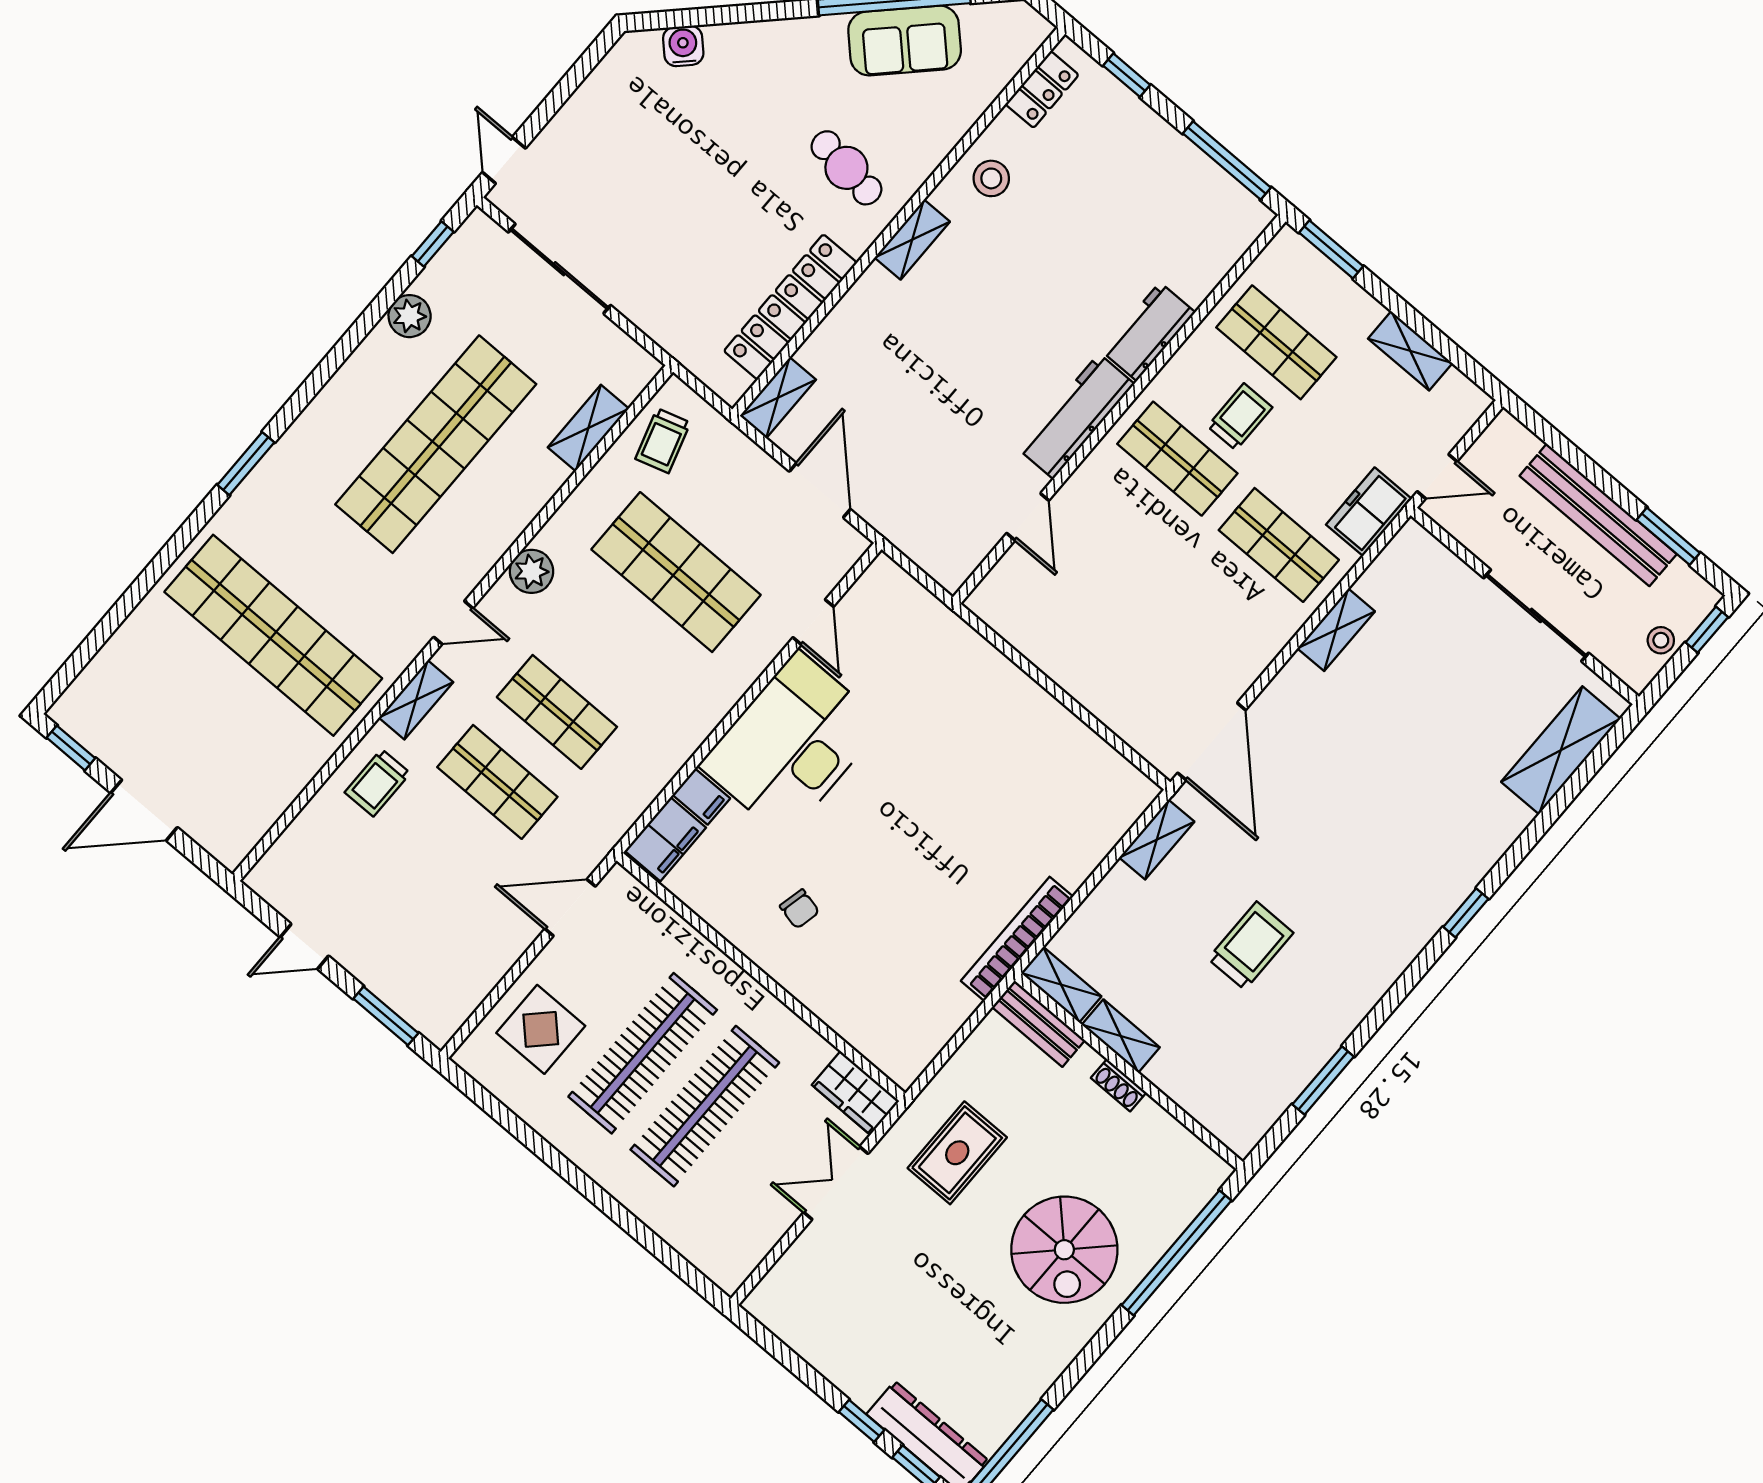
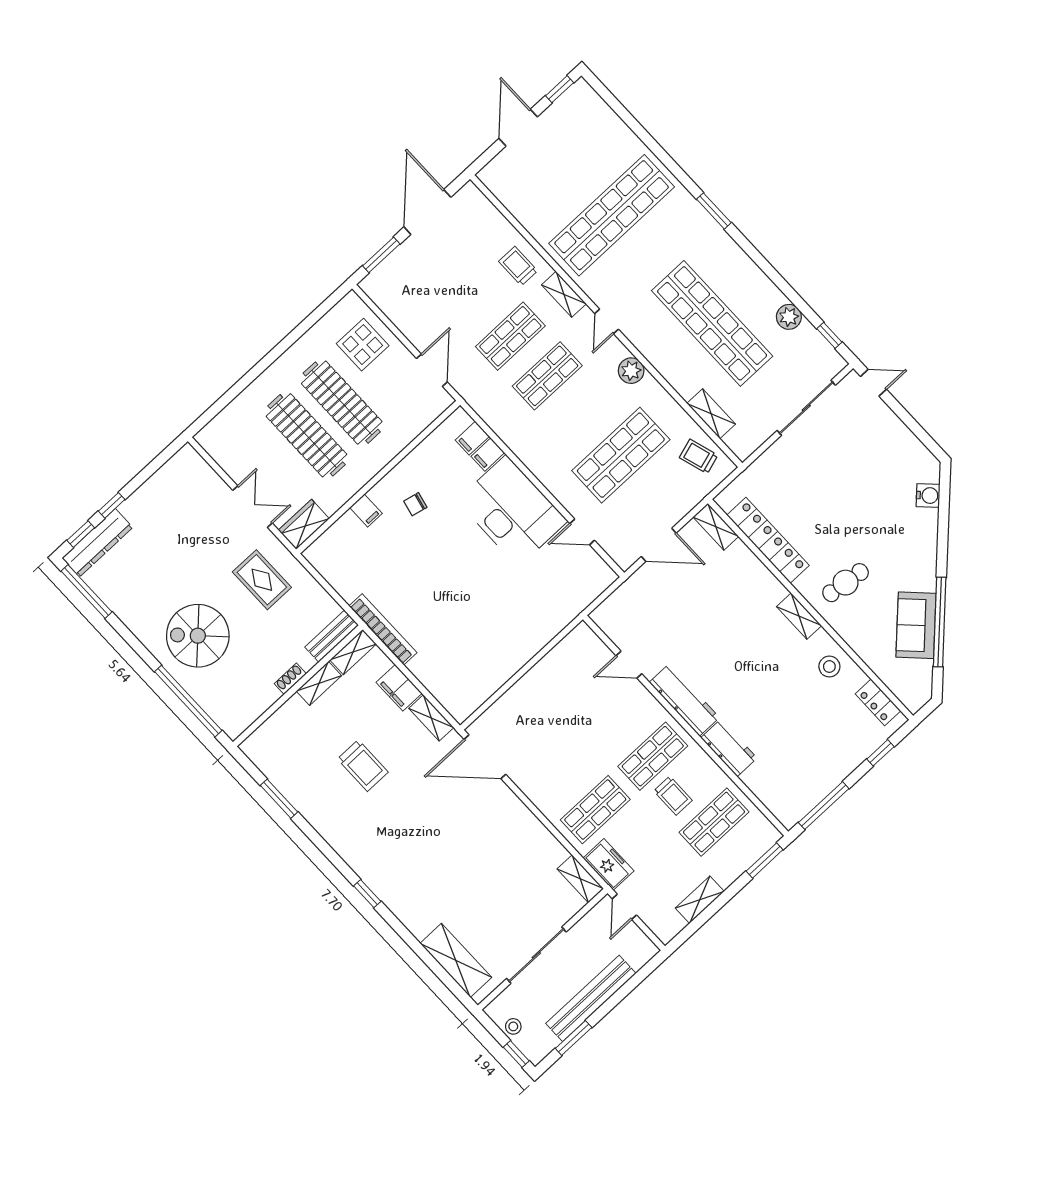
shelving: (1336, 630) -> (580, 879), moved
filing cabinet: (665, 839) -> (472, 438), width x0.50
filing cabinet: (1112, 900) -> (399, 688), added
door: (304, 947) -> (427, 212), width x1.87
filing cabinet: (820, 991) -> (366, 511), added

